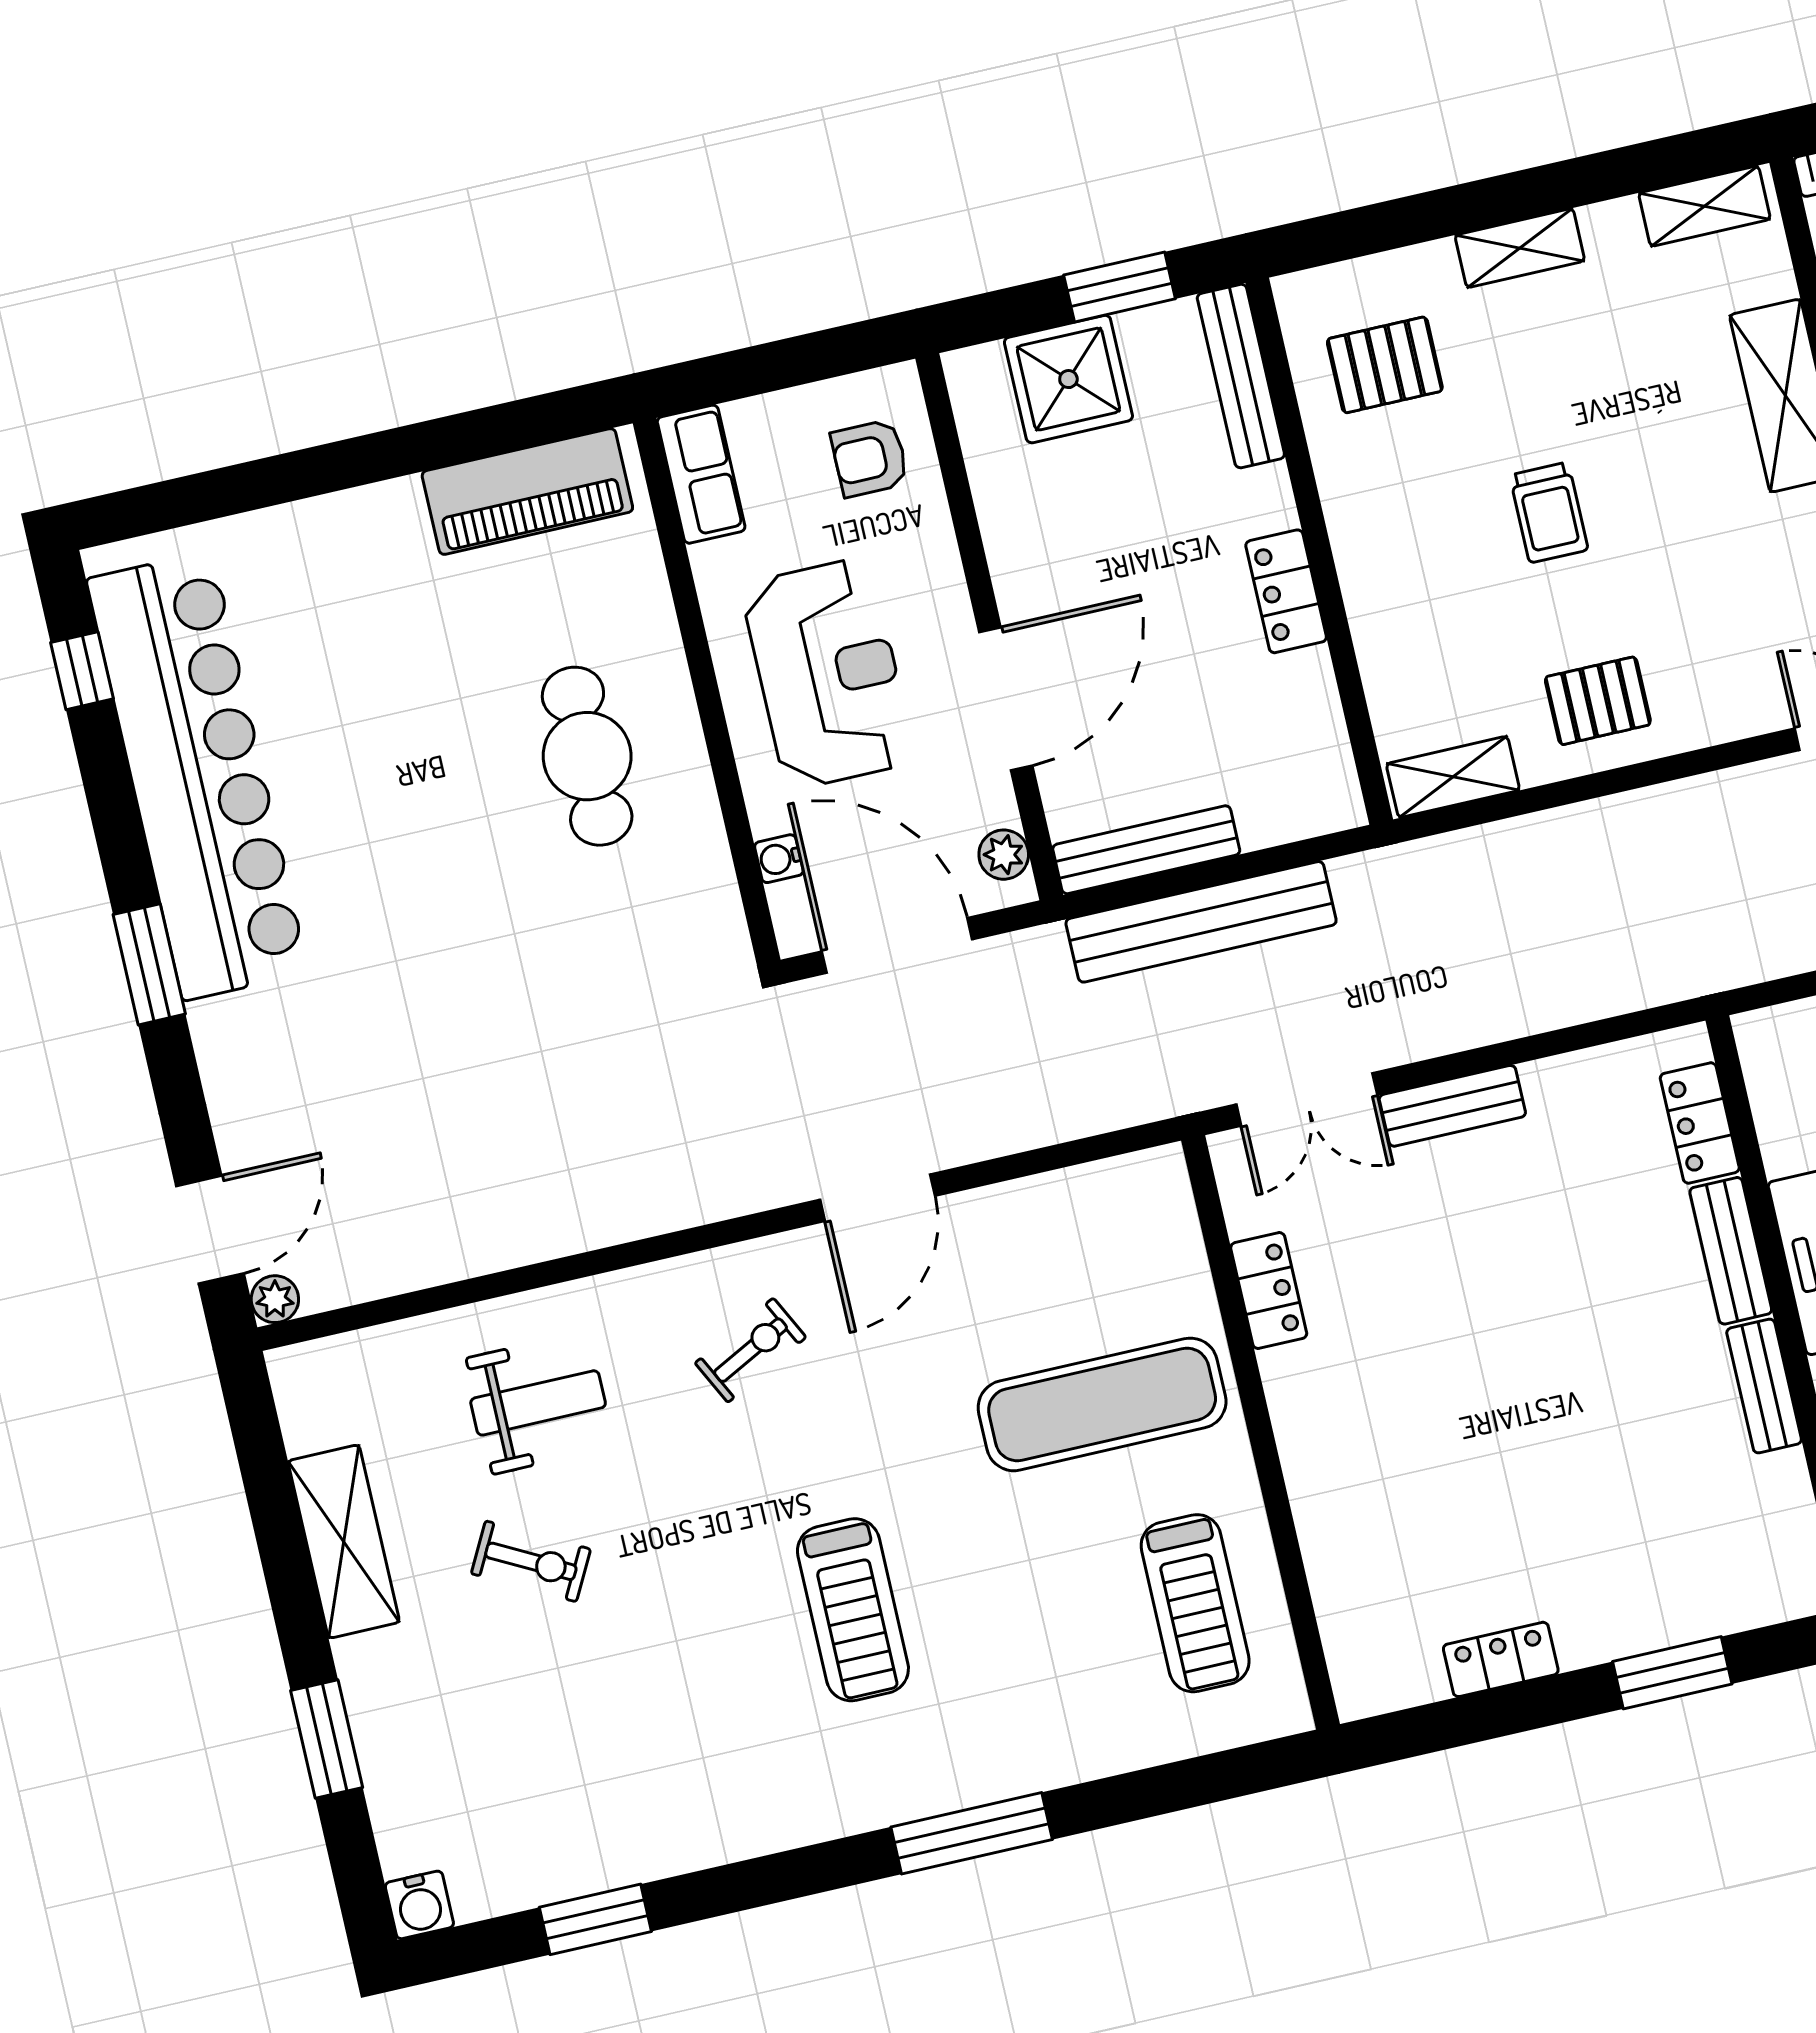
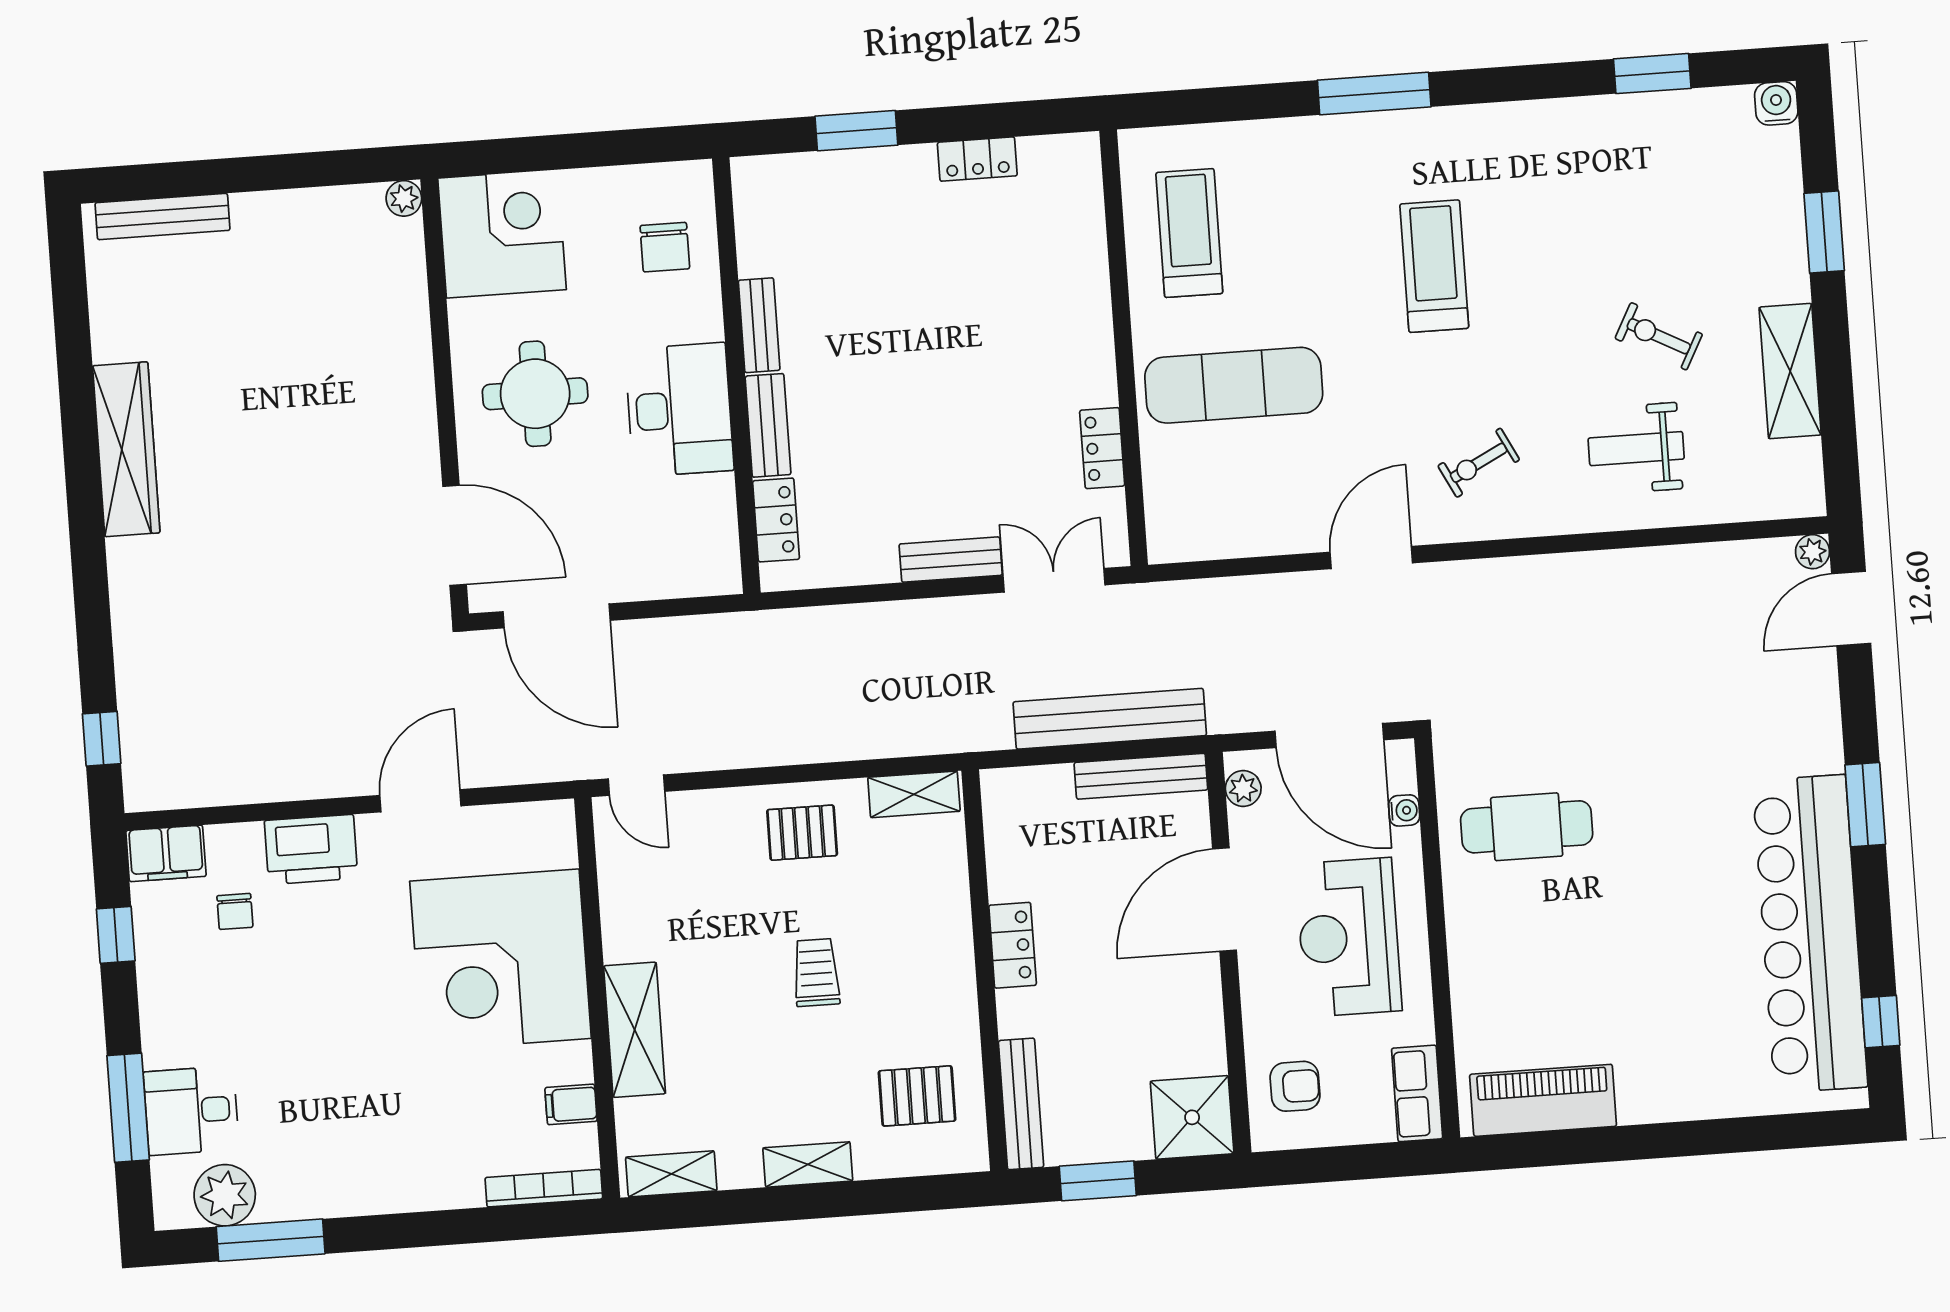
shower: (1068, 379) -> (1192, 1117), moved
cafe table: (587, 756) -> (1527, 827), moved, turned 90

